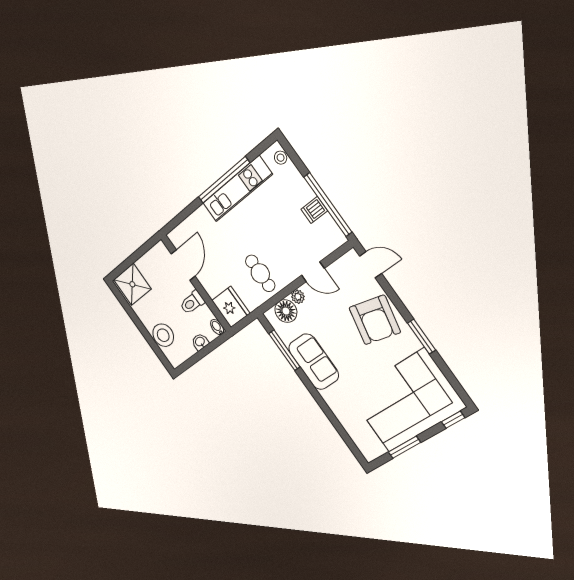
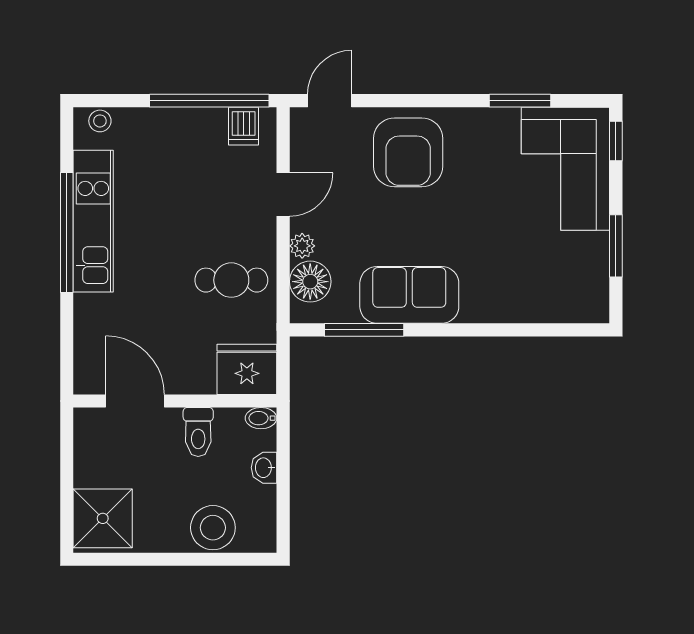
dishwasher: (314, 210) -> (244, 126), moved
armchair: (375, 320) -> (408, 152), turned 77
window: (422, 337) -> (520, 101), moved
corner sofa: (406, 401) -> (565, 169), width x0.73, depth x0.74

